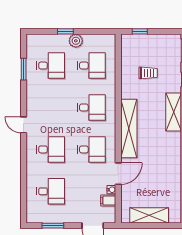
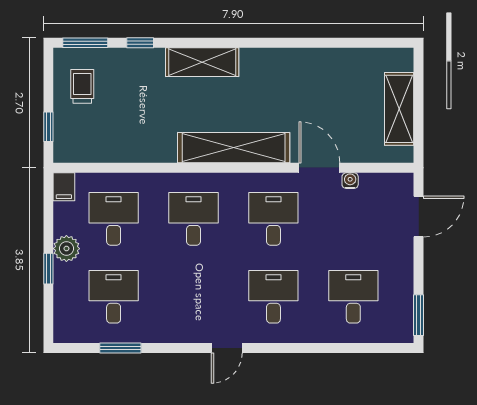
trolley: (148, 73) -> (82, 86), moved
filing cabinet: (108, 201) -> (64, 187), moved
window: (53, 226) -> (419, 315), moved

